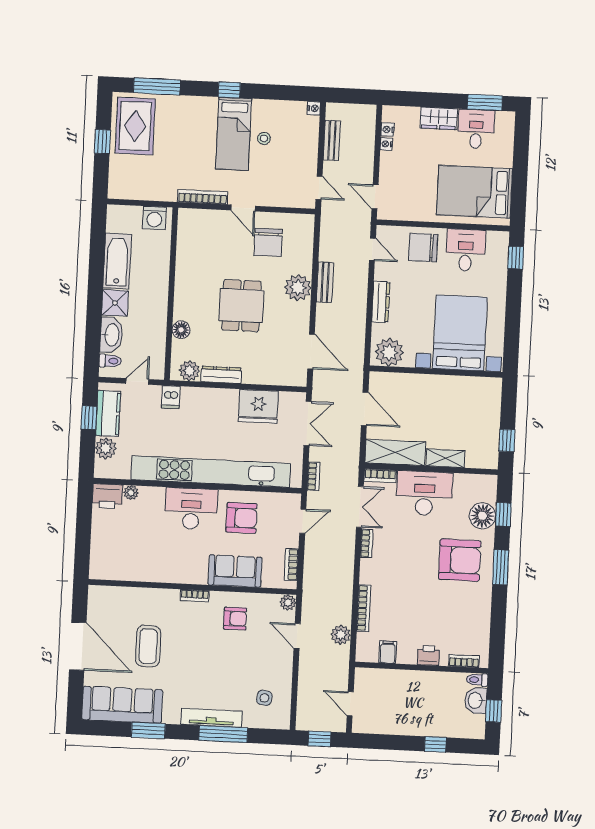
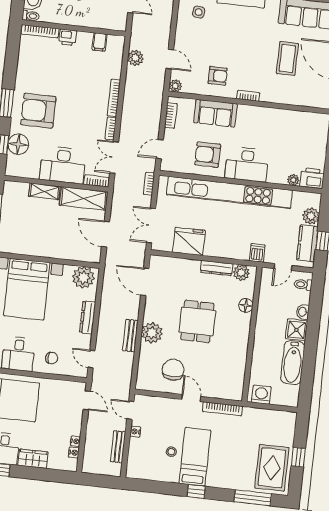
nightstand: (314, 108) -> (135, 432), moved
chair: (423, 248) -> (52, 358), width x0.54, depth x0.54
washbasin: (111, 335) -> (303, 312), width x0.52, depth x0.69
bookcase: (364, 608) -> (114, 98), moved
armchair: (235, 619) -> (218, 76), turned 180
bookcase: (464, 661) -> (40, 31), width x1.56

